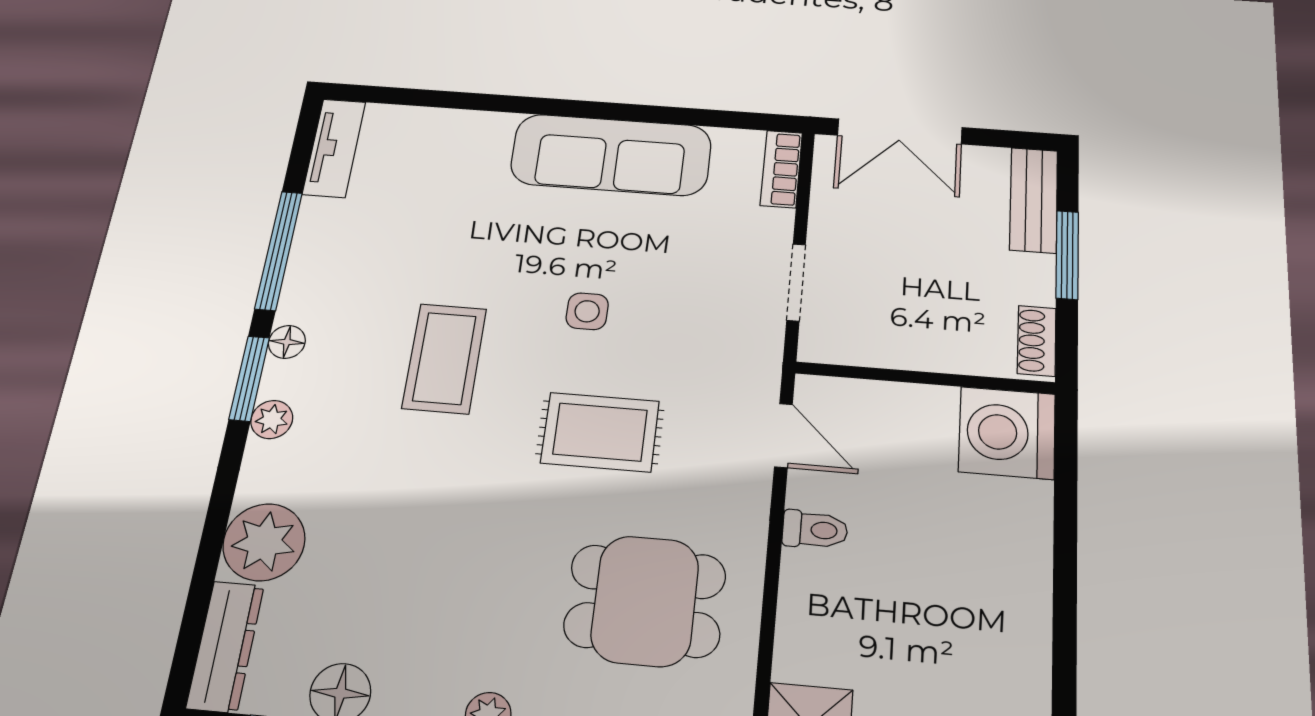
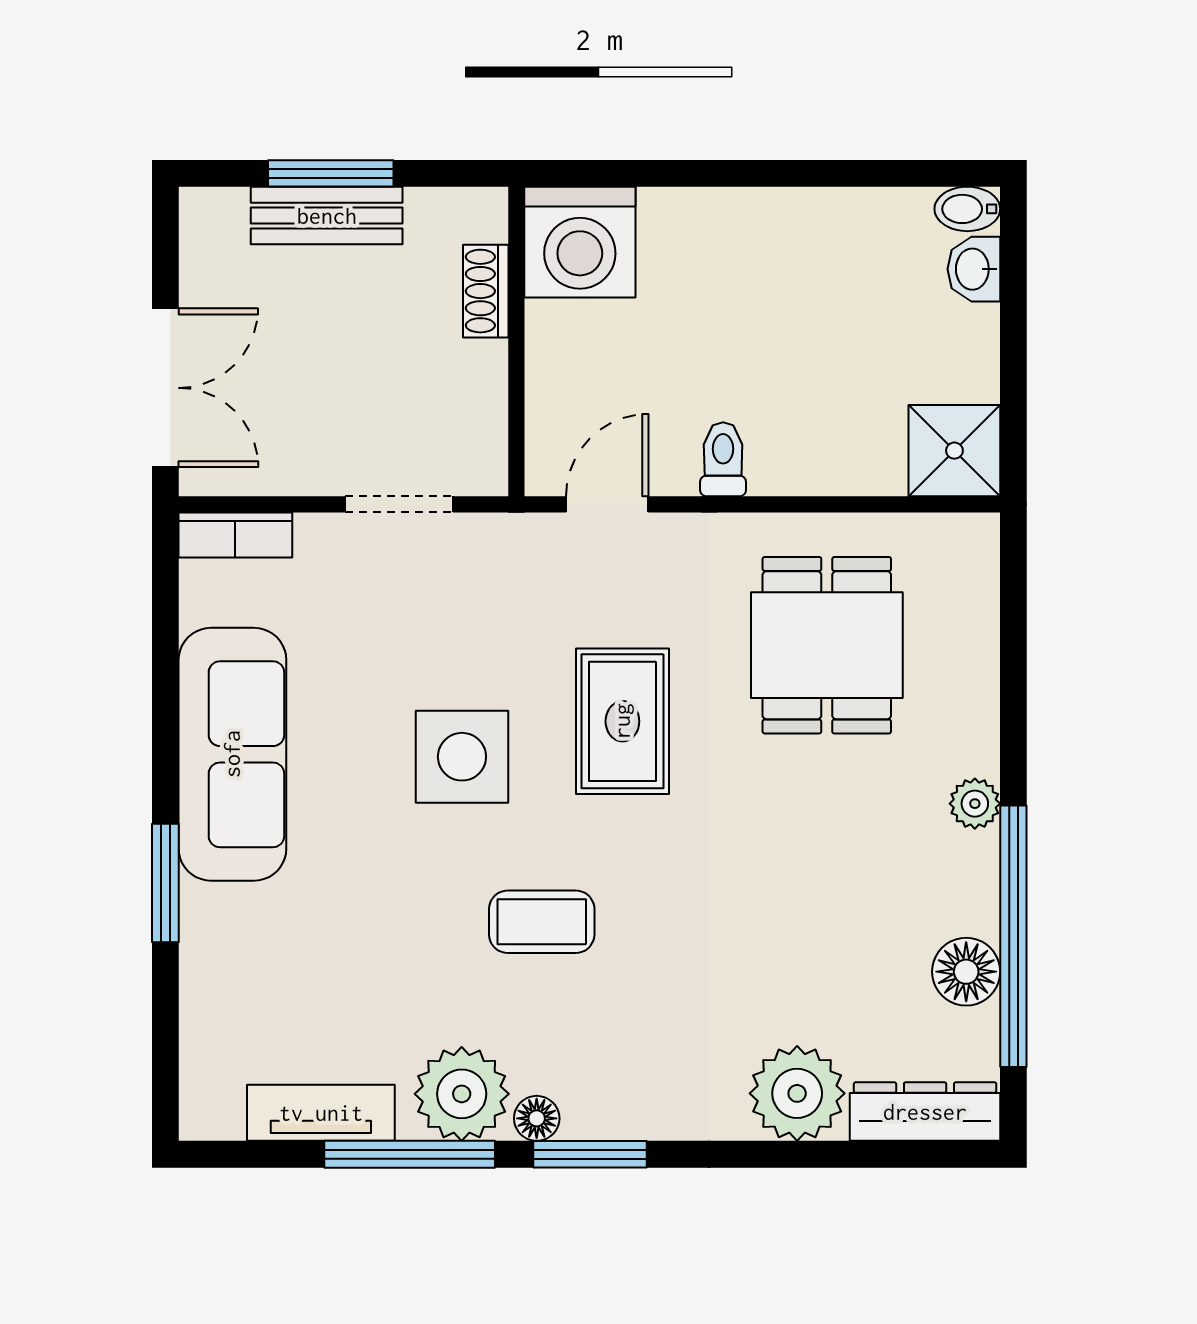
window: (519, 105) -> (165, 883), added
tv unit: (334, 148) -> (321, 1113), moved
bench: (1034, 200) -> (327, 216), moved
side table: (587, 311) -> (462, 757), width x1.87, depth x1.87
shoe rack: (1037, 341) -> (486, 291), moved, turned 90
coffee table: (445, 358) -> (542, 922), width x0.73, depth x0.77
plant: (272, 420) -> (462, 1094), moved, width x1.88, depth x1.88

